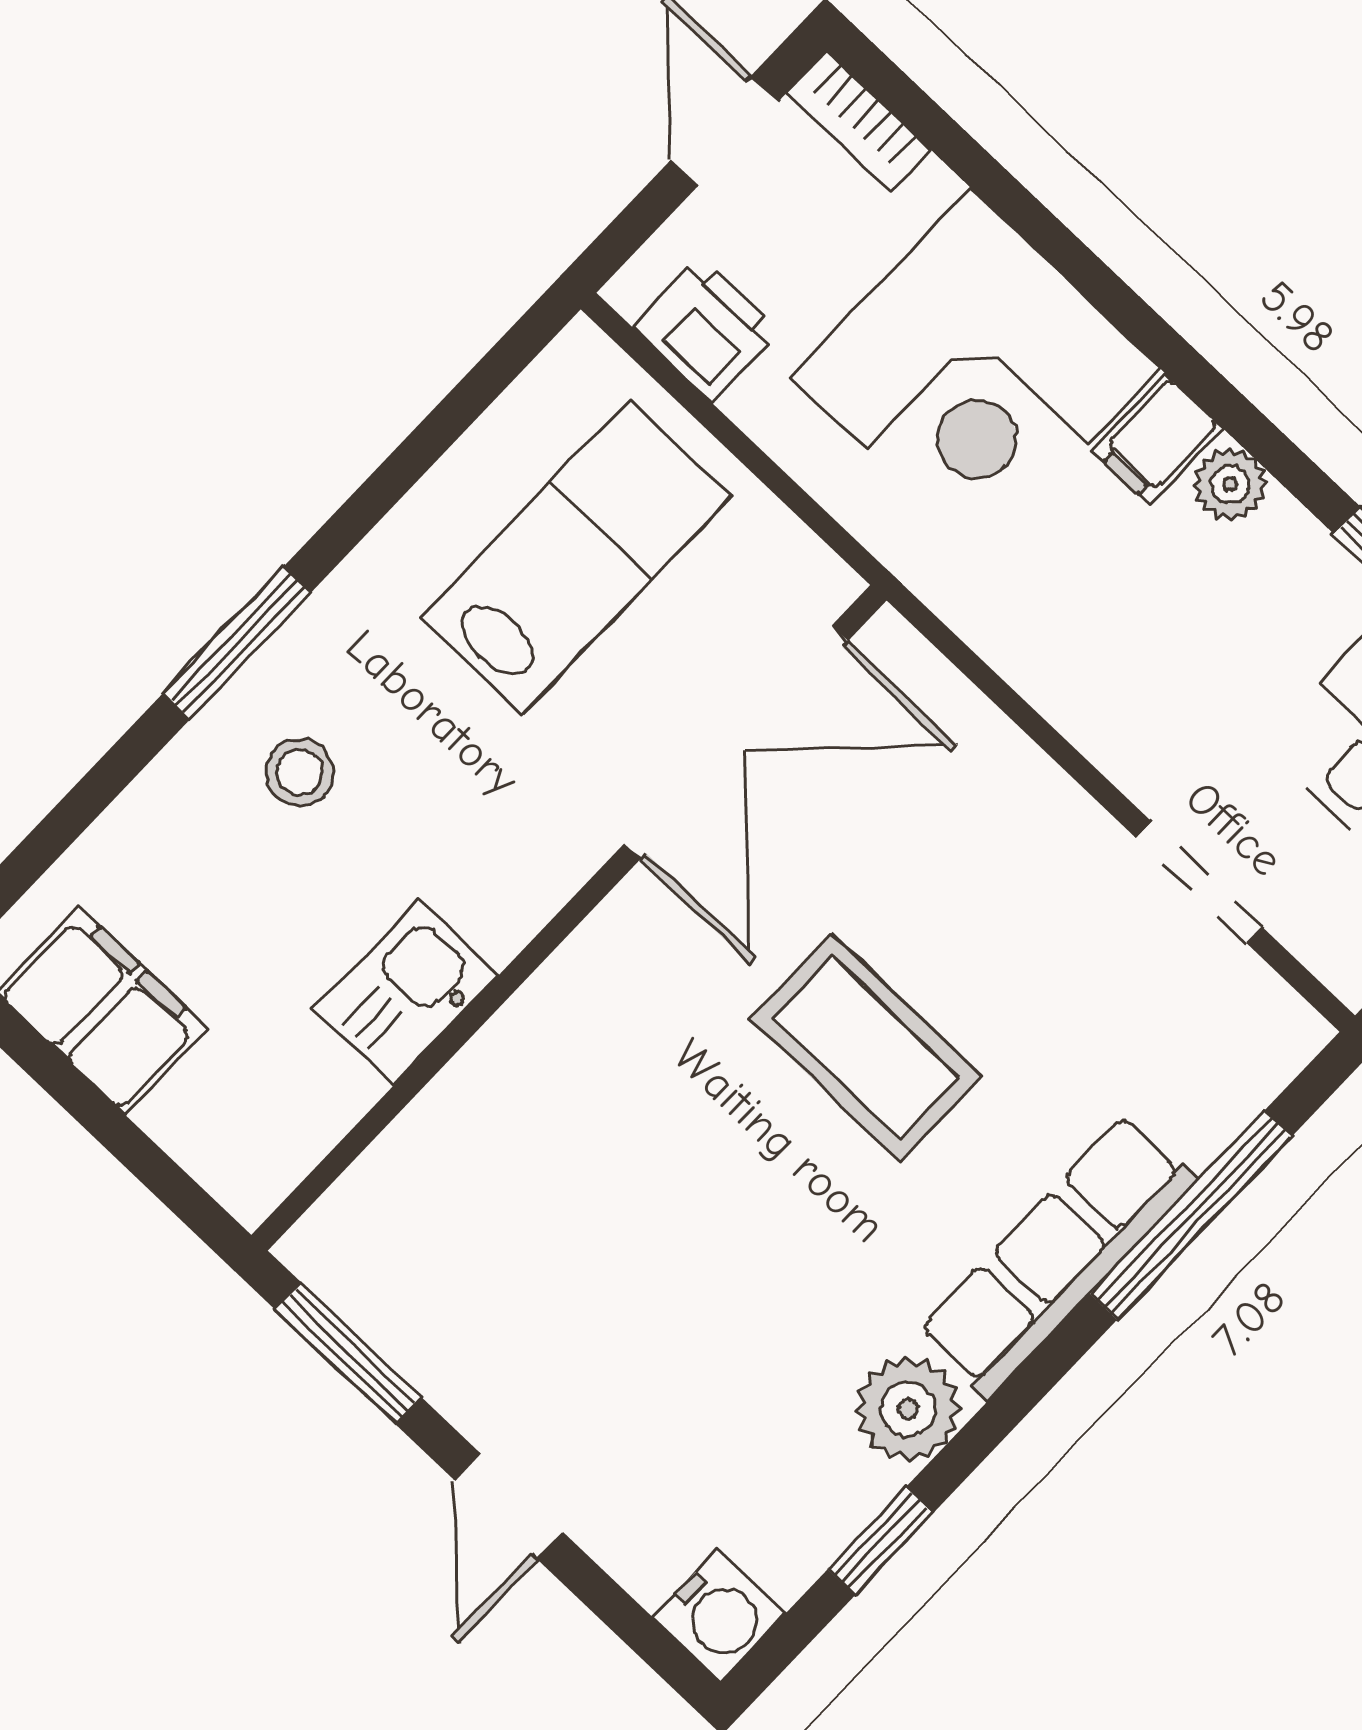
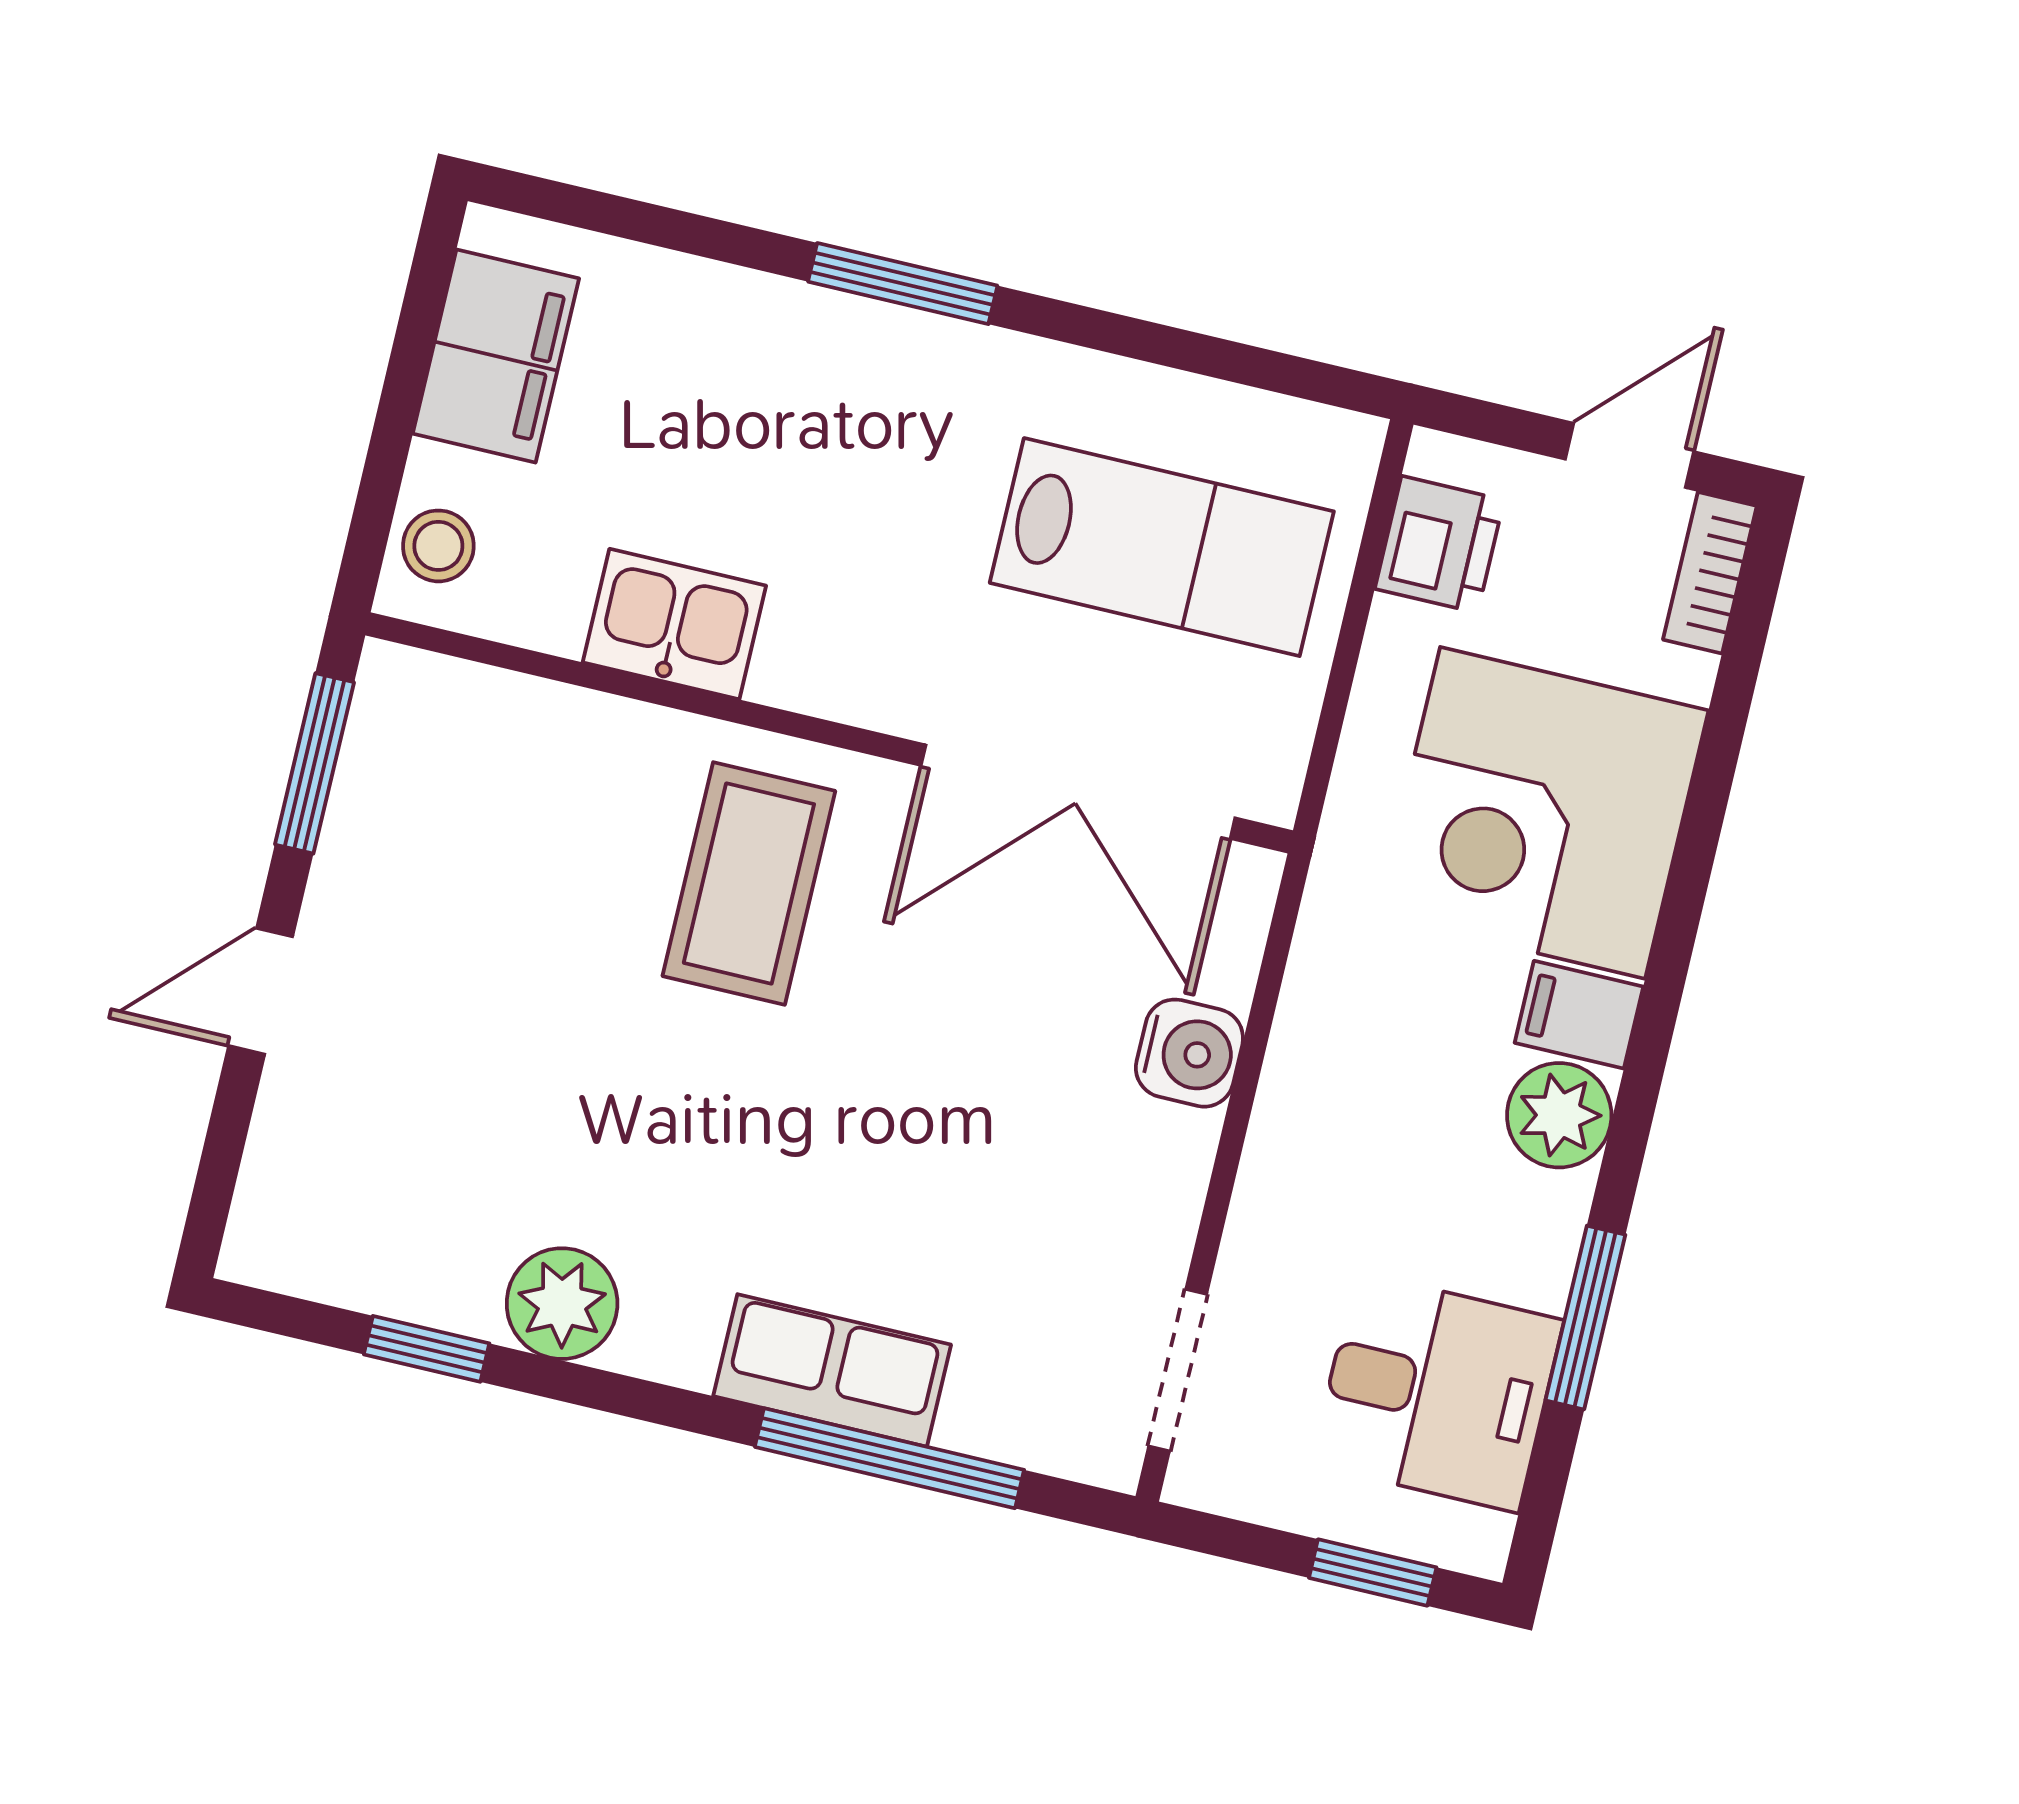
plant: (1230, 484) -> (1559, 1115), width x1.38, depth x1.38
stool: (300, 772) -> (438, 546), moved
doorway: (1199, 882) -> (1178, 1370), moved
coffee table: (866, 1048) -> (749, 884), moved
row of seats: (1057, 1256) -> (832, 1370), width x0.68
water cooler: (719, 1615) -> (1189, 1053), moved, turned -90

